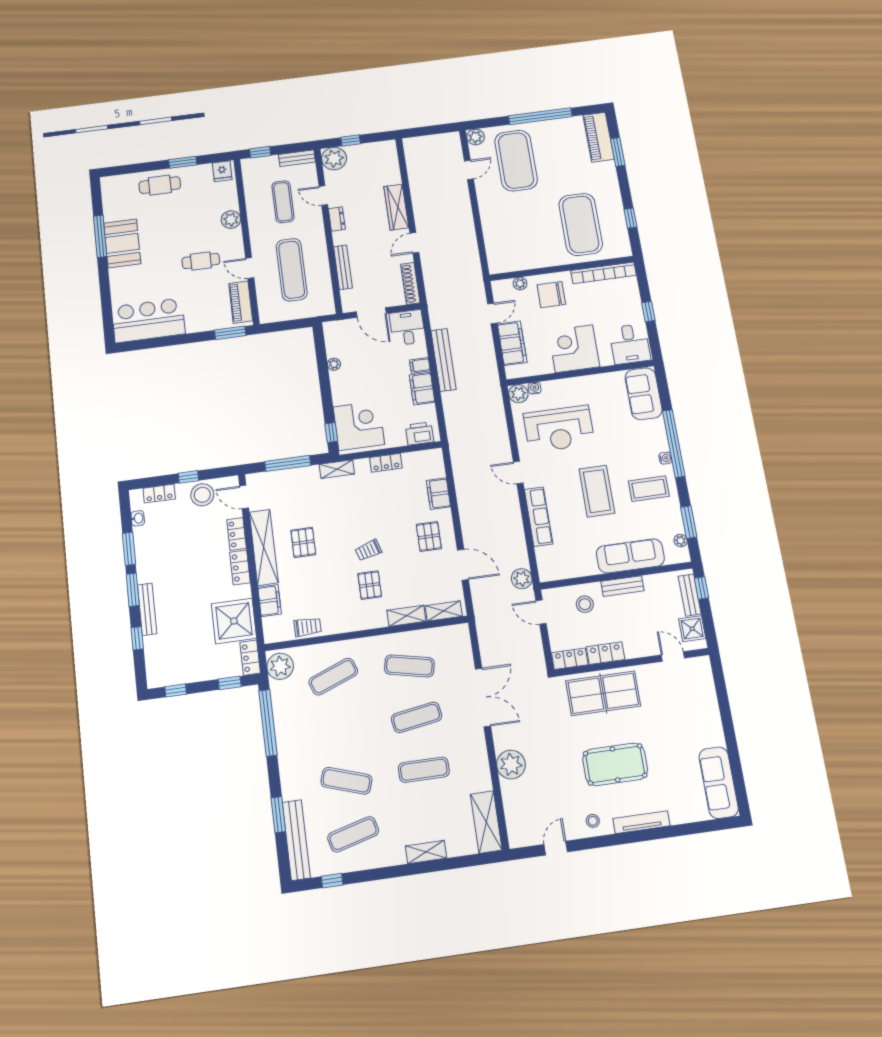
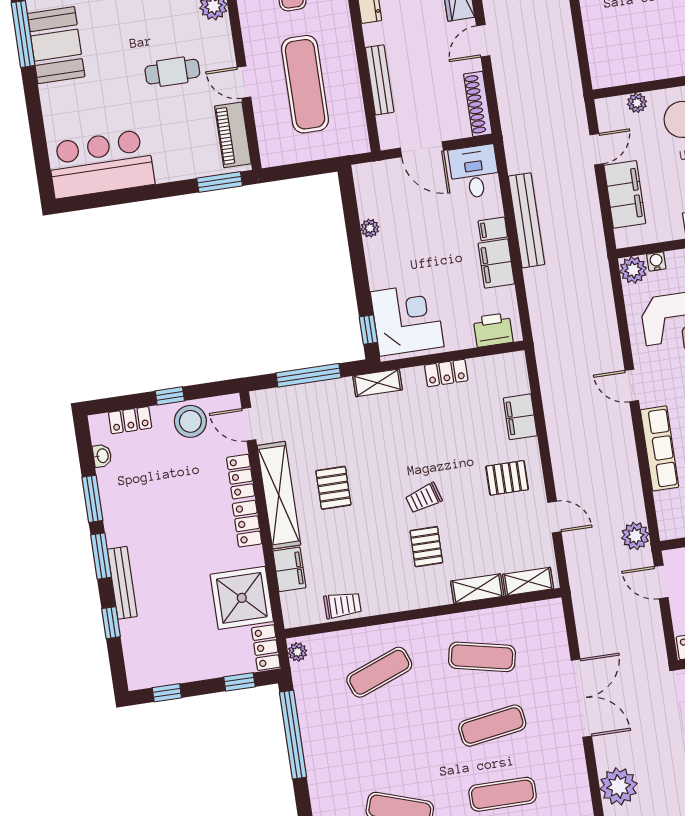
pallet: (429, 536) -> (507, 478), turned 90
door: (463, 565) -> (554, 517), width x0.73
plant: (280, 666) -> (297, 652), width x0.53, depth x0.53

